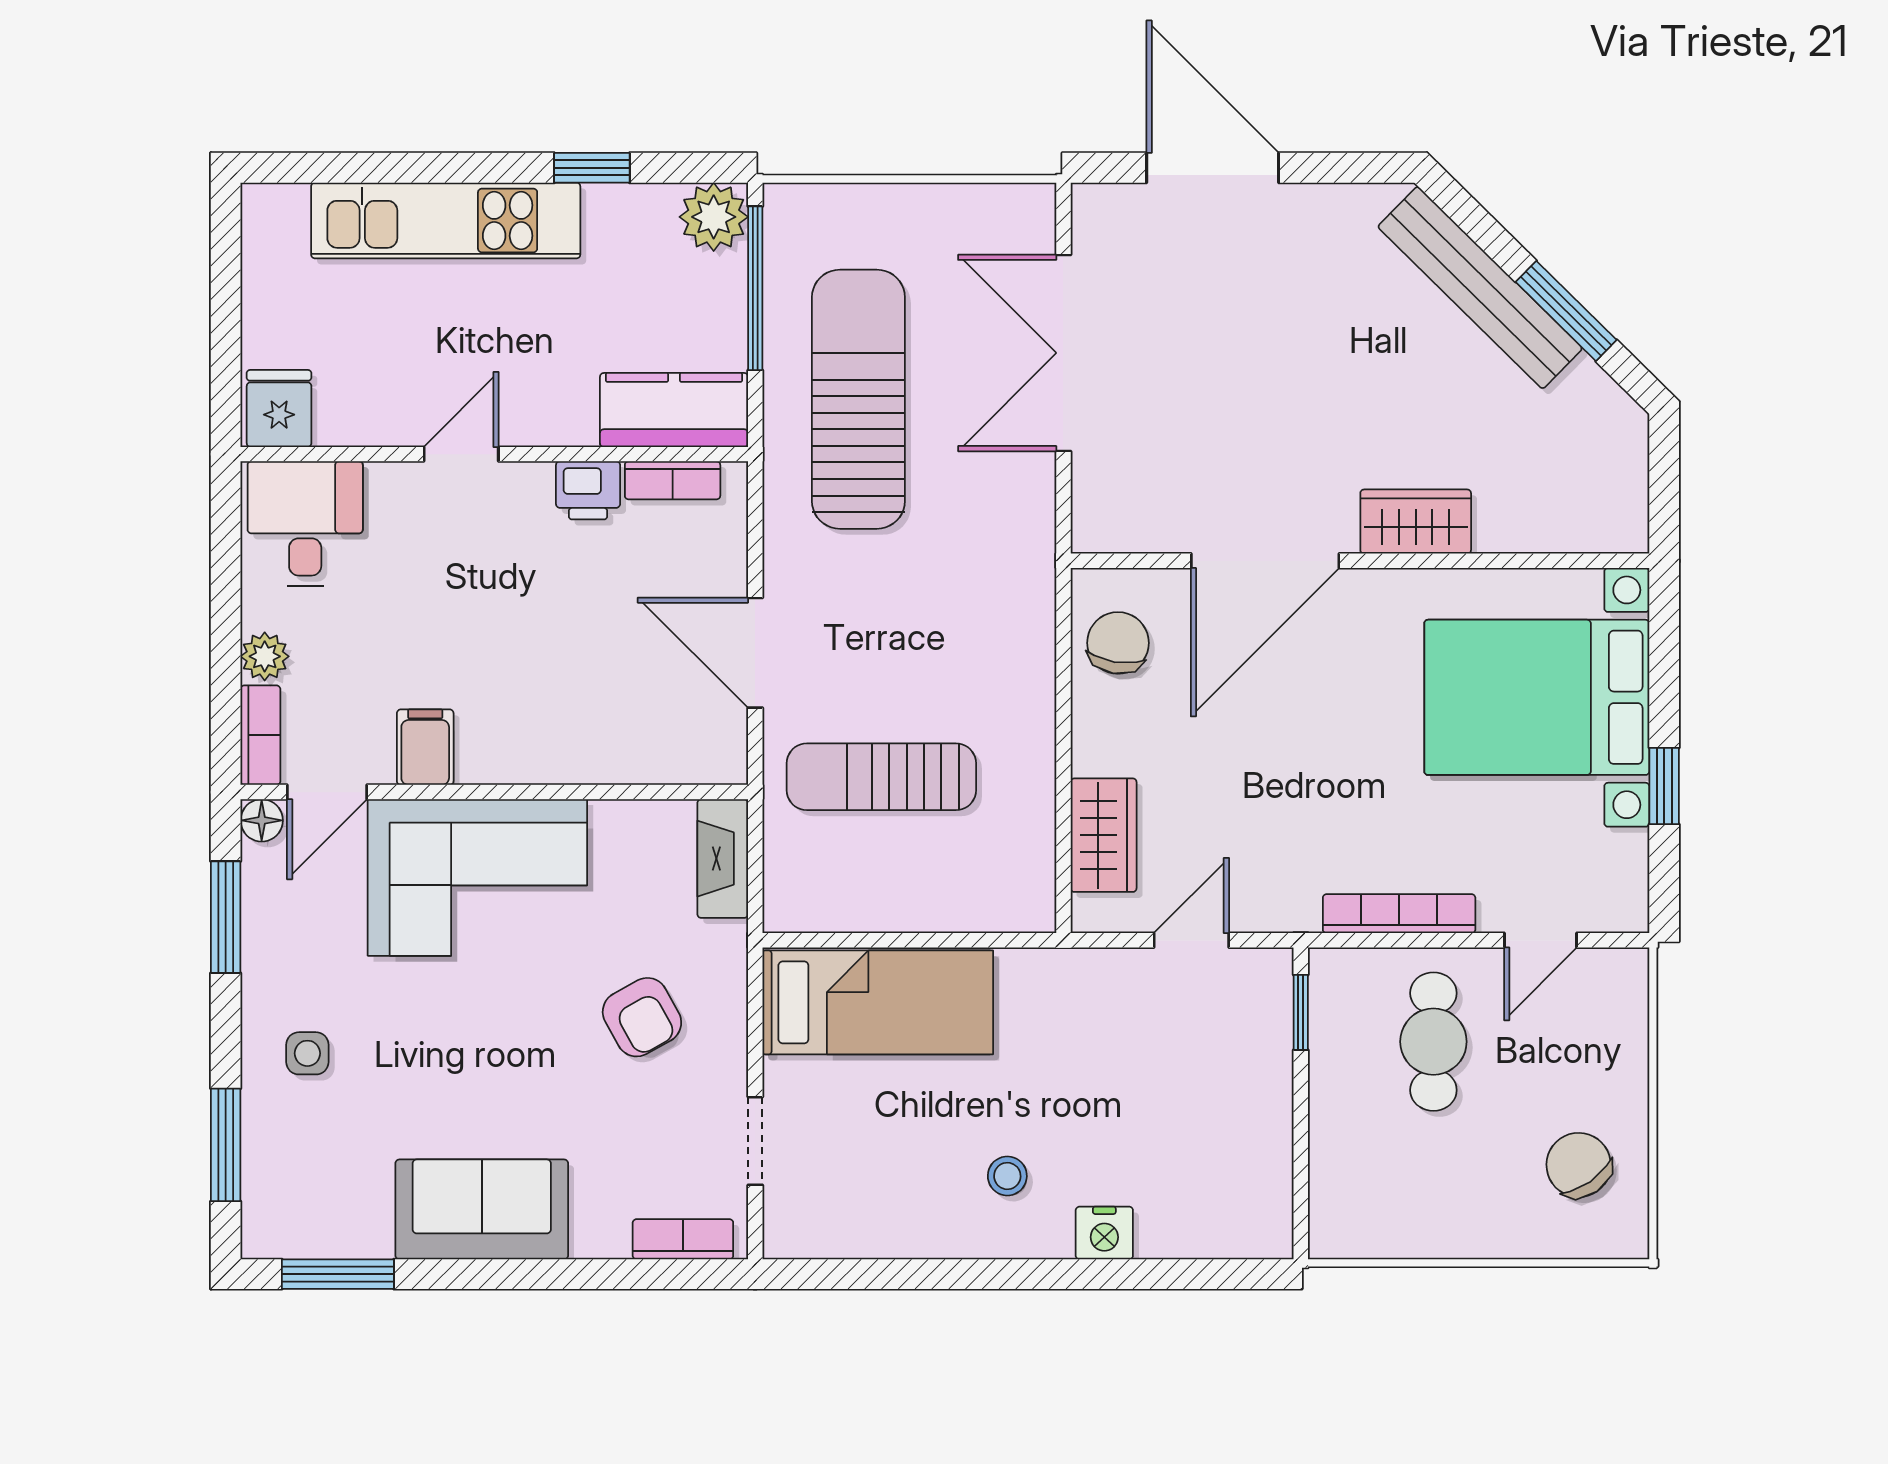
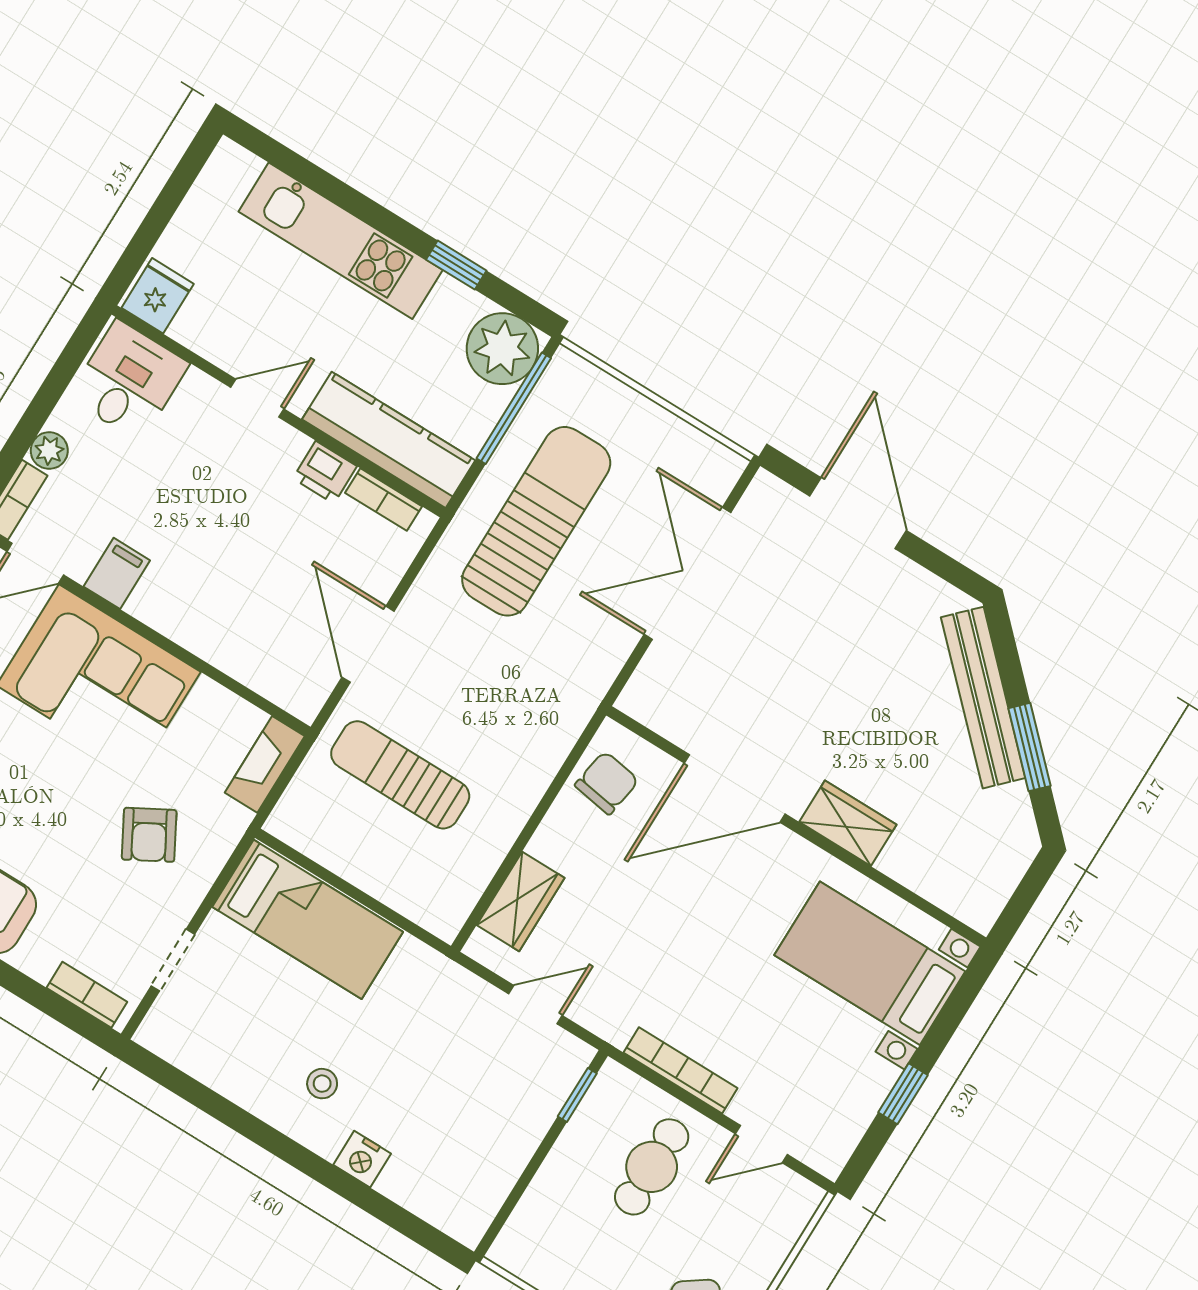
plant: (714, 217) -> (502, 349), width x1.36, depth x1.36
kitchen counter: (674, 410) -> (389, 440), width x1.50
bed with nightstands: (1537, 697) -> (870, 963), width x0.73

